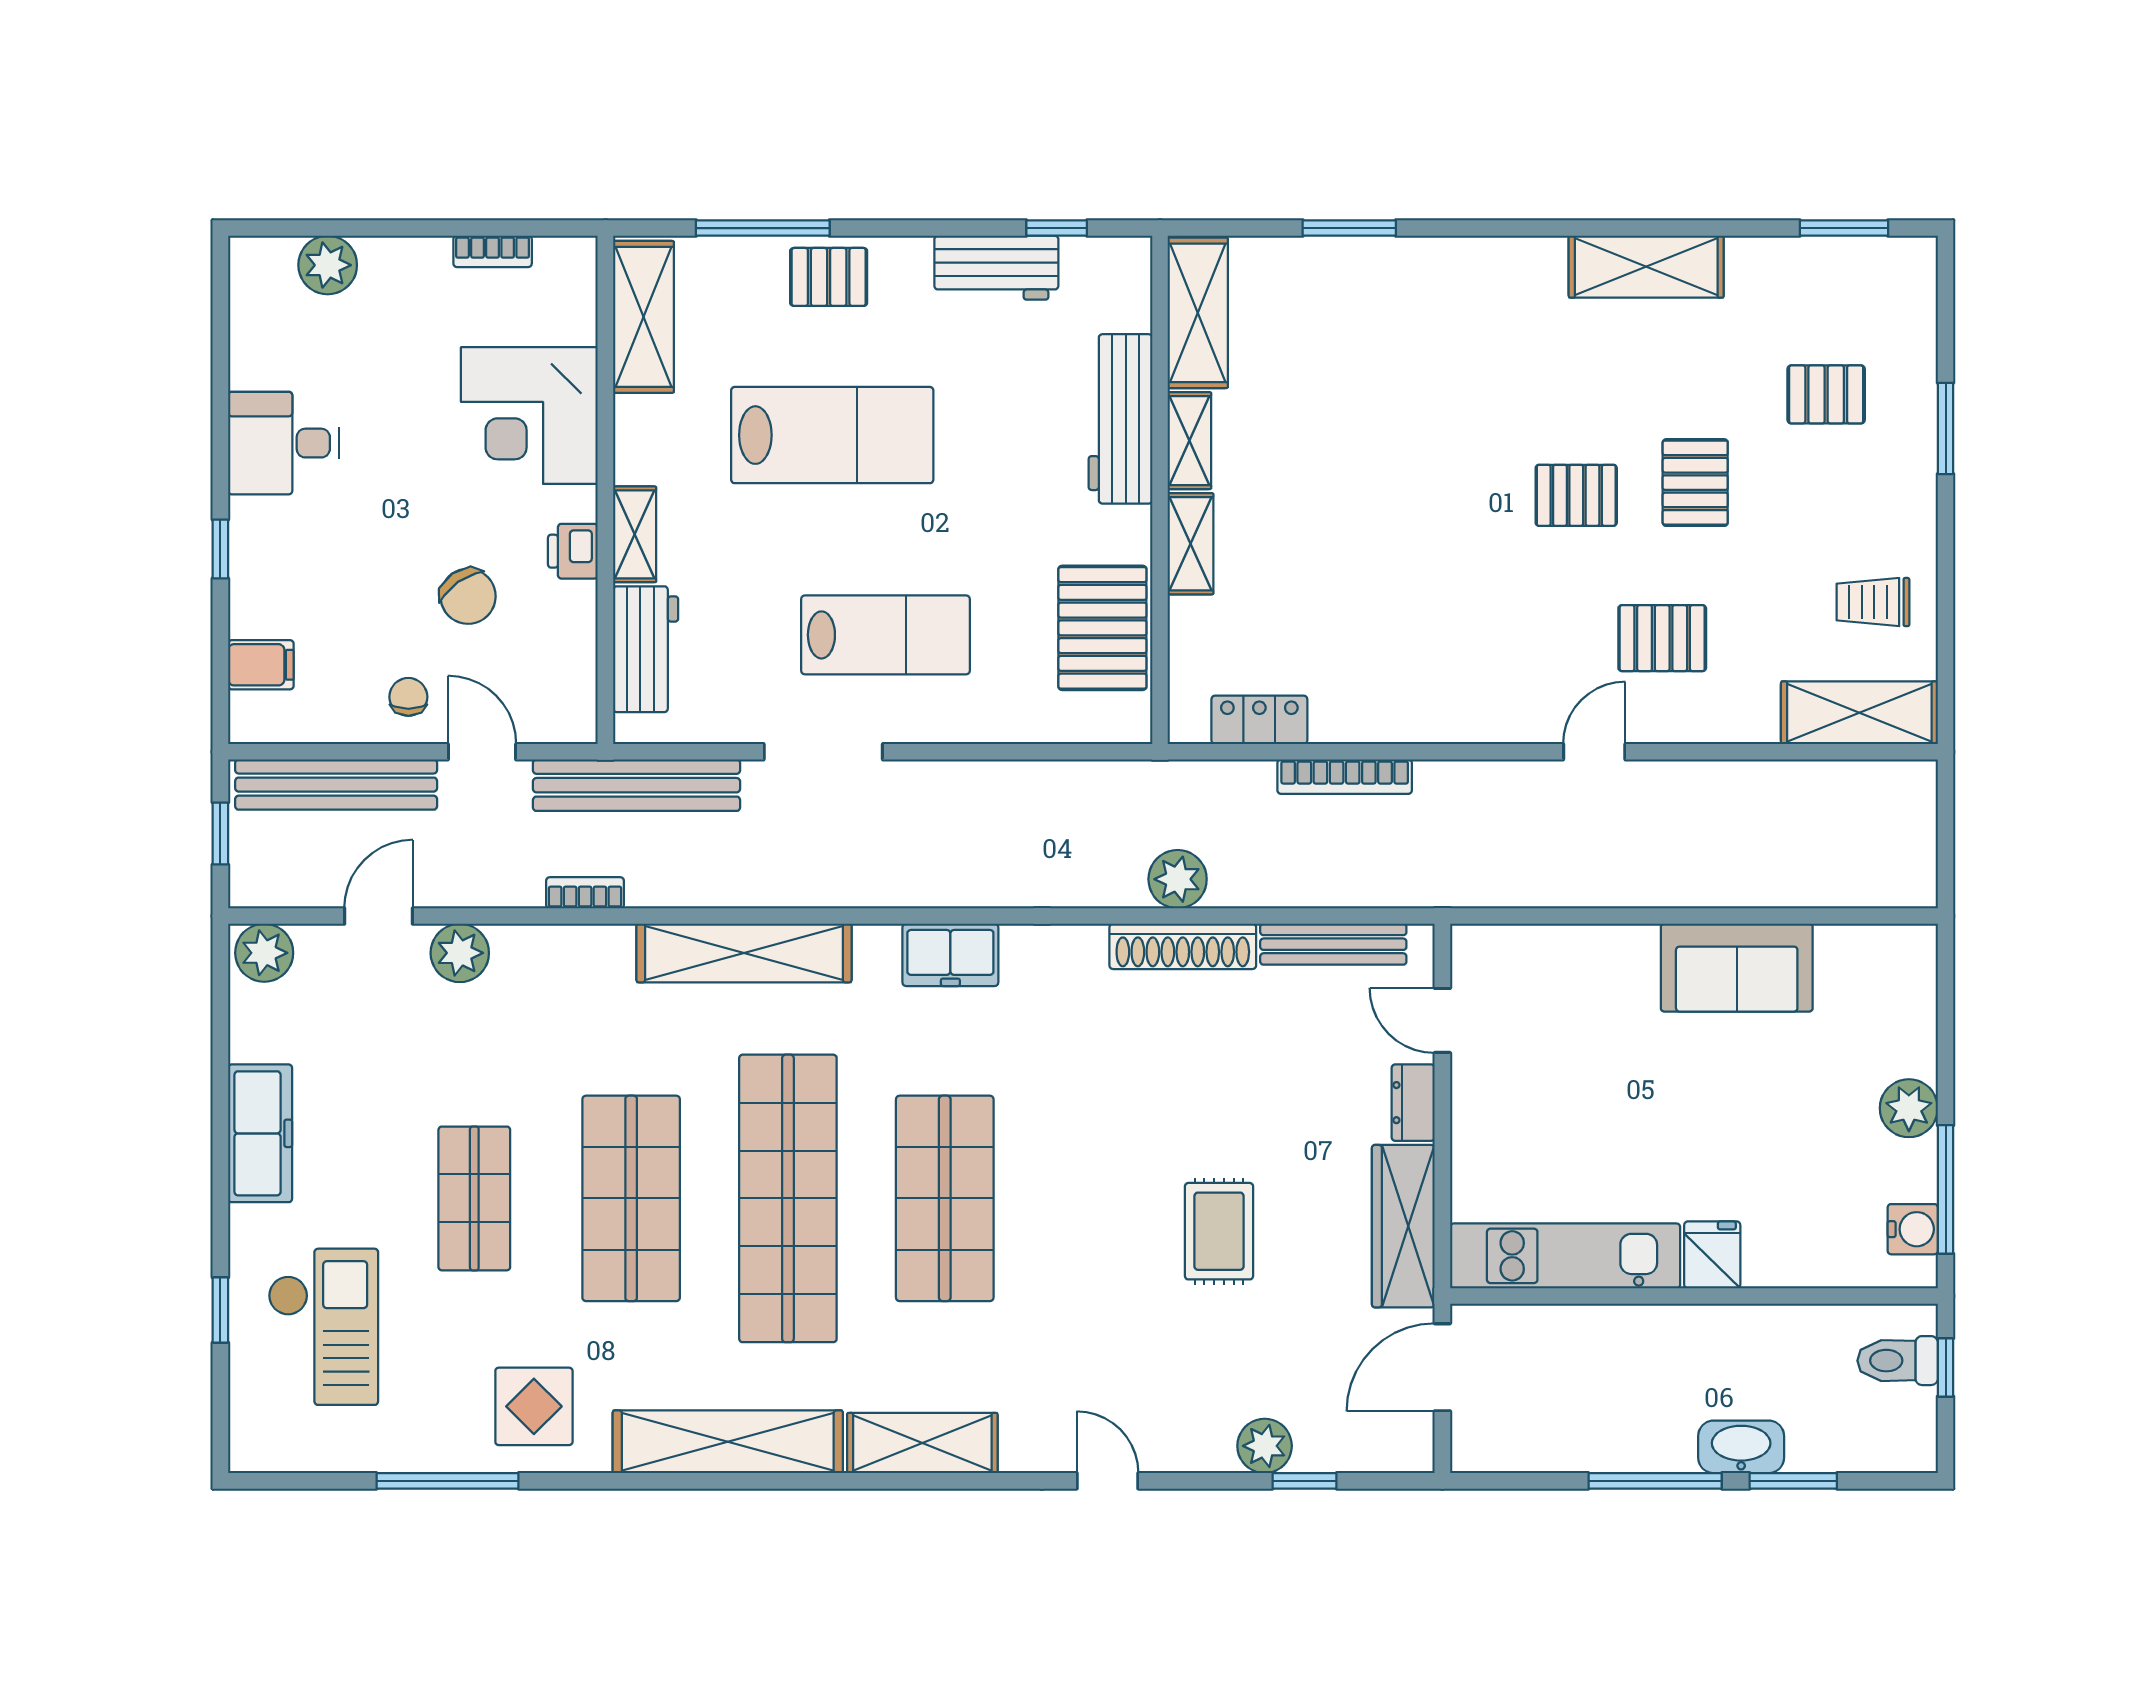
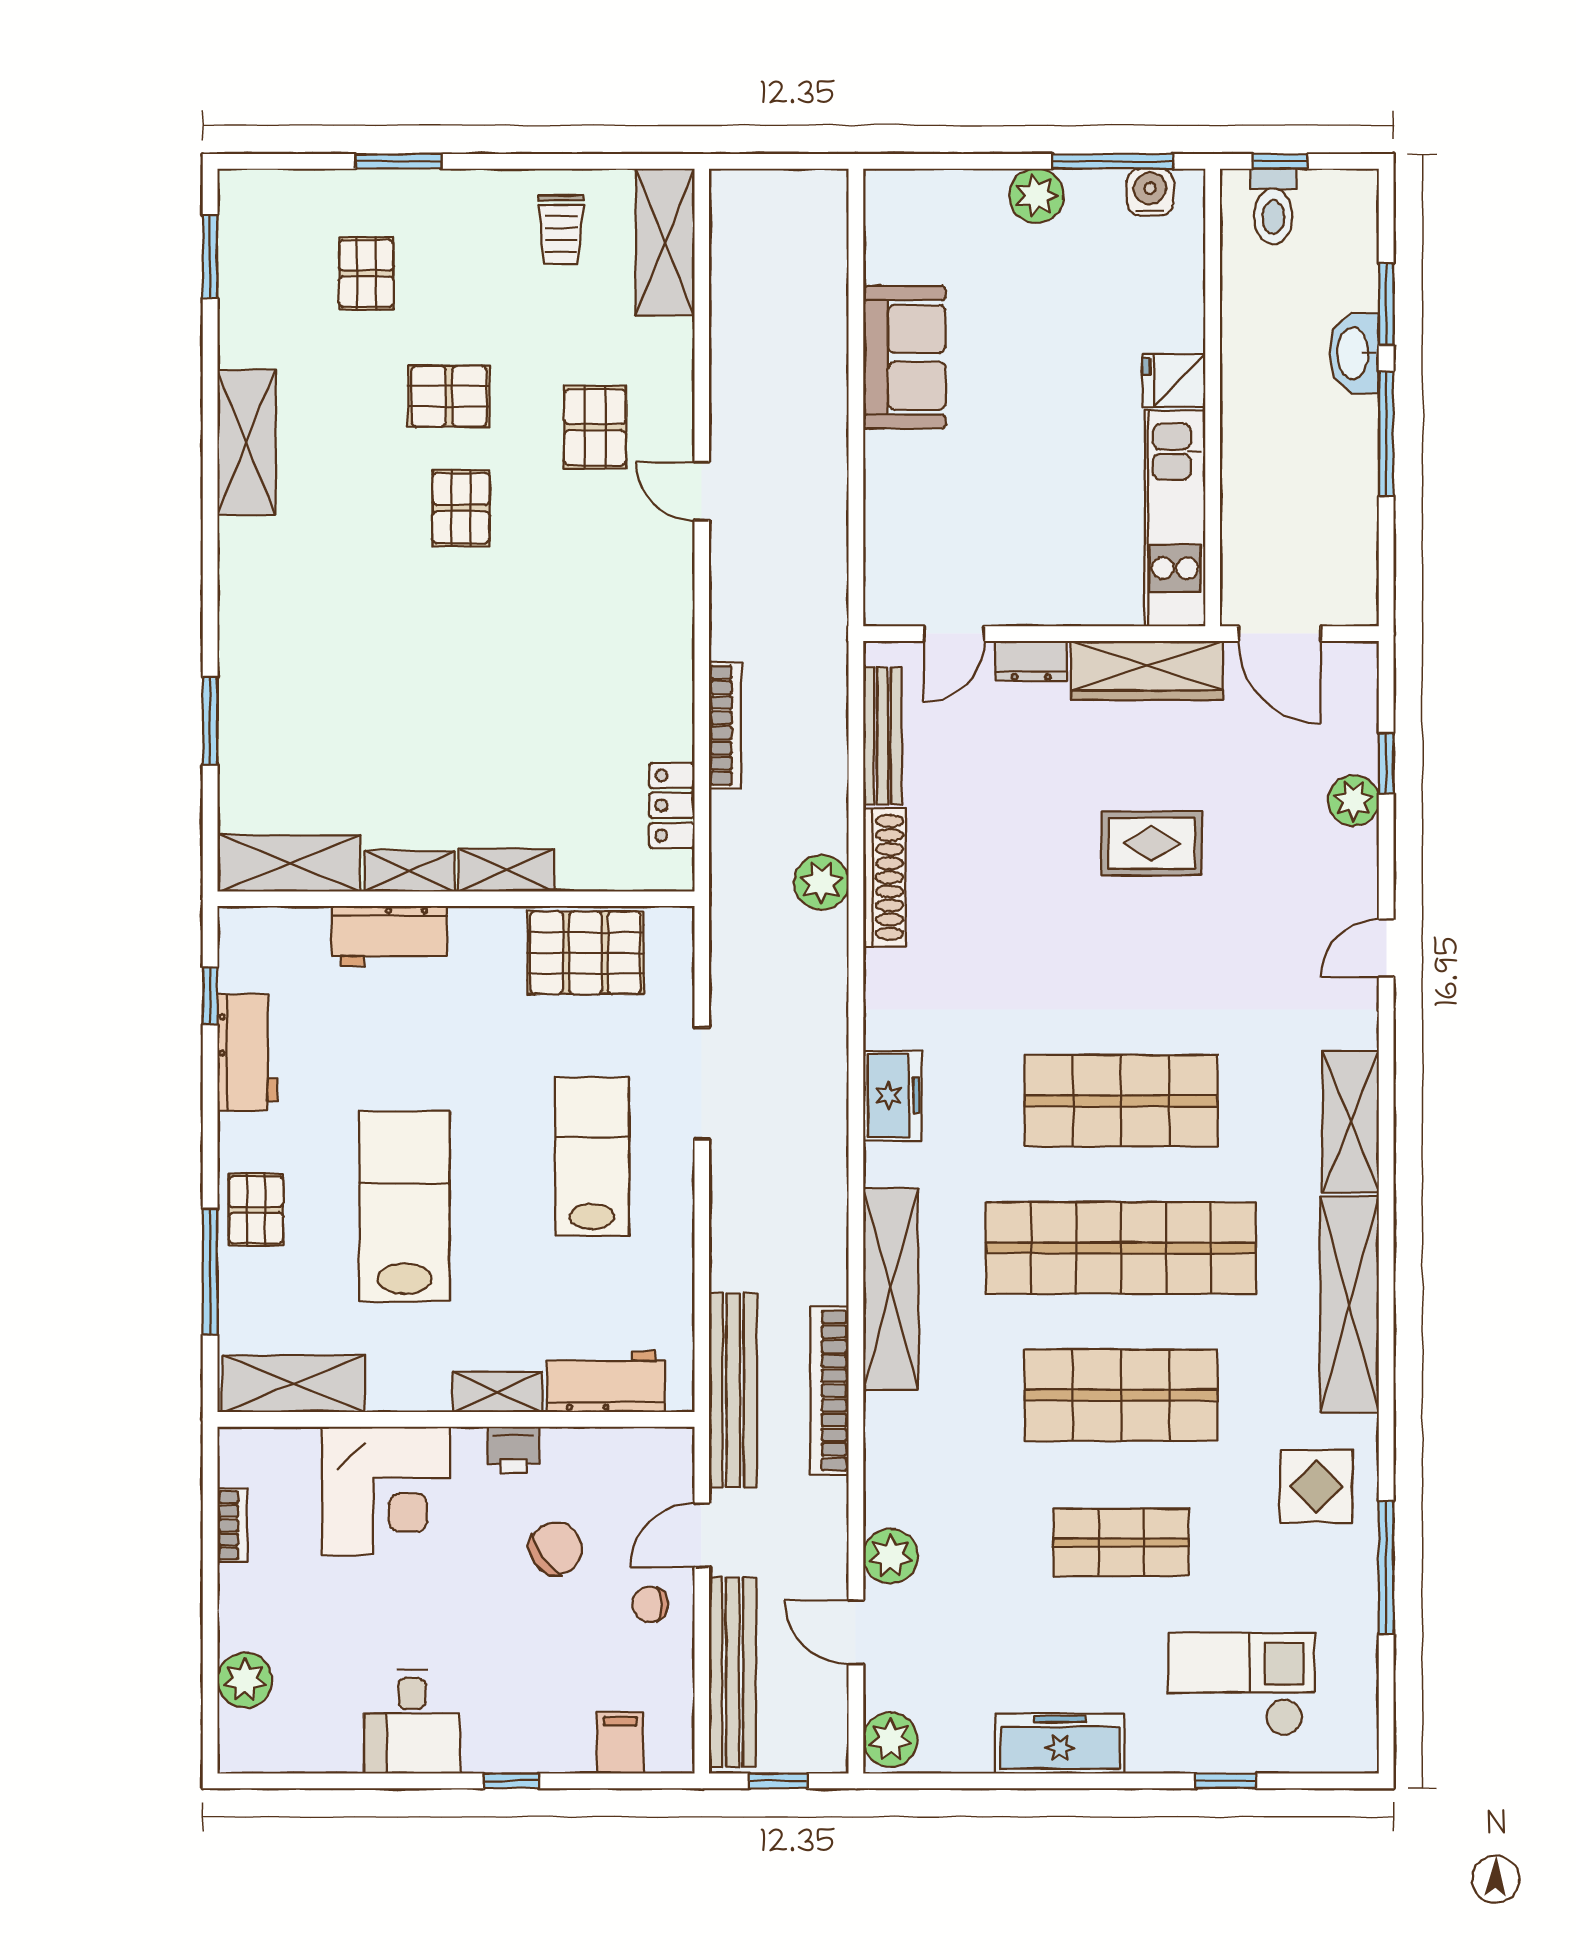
workbench: (1120, 419) -> (389, 936), width x0.73
doorway: (823, 752) -> (702, 1083), moved
bookcase: (585, 893) -> (830, 1391), width x2.31, depth x1.31

